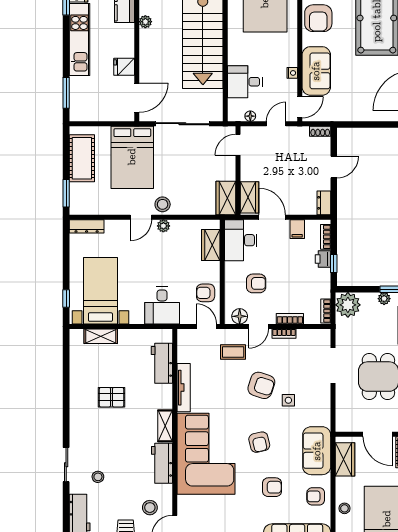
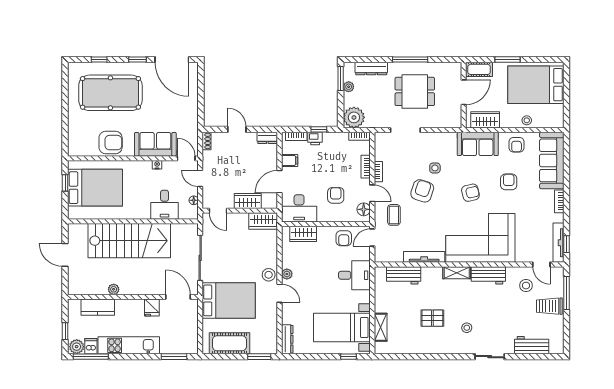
wardrobe: (249, 197) -> (248, 201), moved
pallet: (111, 397) -> (432, 318), turned 90
stool: (98, 477) -> (467, 328), moved

